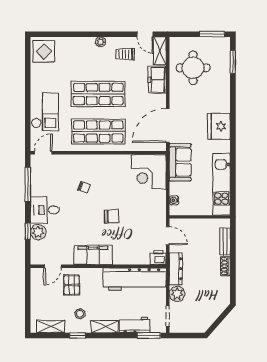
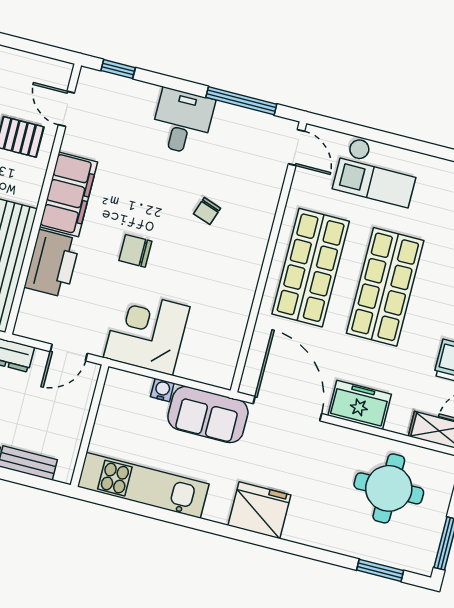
freezer: (157, 80) -> (360, 405), moved
corner desk: (149, 172) -> (147, 332), moved
water cooler: (174, 200) -> (162, 390), moved
chair: (112, 216) -> (135, 251), turned 92
window: (28, 231) -> (118, 69), moved
plant: (38, 232) -> (142, 97), removed
printer: (158, 258) -> (52, 263), moved, width x1.87, depth x1.48

